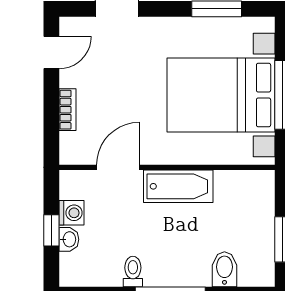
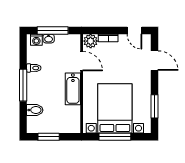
plant: (74, 148) -> (91, 41), added
washing machine: (72, 213) -> (36, 40), moved
window: (51, 230) -> (53, 30), width x2.17

